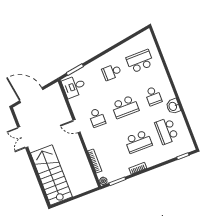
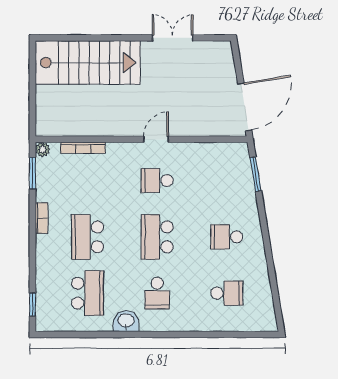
school desk: (140, 61) -> (227, 293), width x0.54
school desk: (112, 72) -> (227, 237), turned -90
desk: (74, 86) -> (227, 161), removed
door: (31, 95) -> (245, 107), moved
school desk: (153, 96) -> (157, 293), turned -90
school desk: (167, 131) -> (88, 293), turned 90

